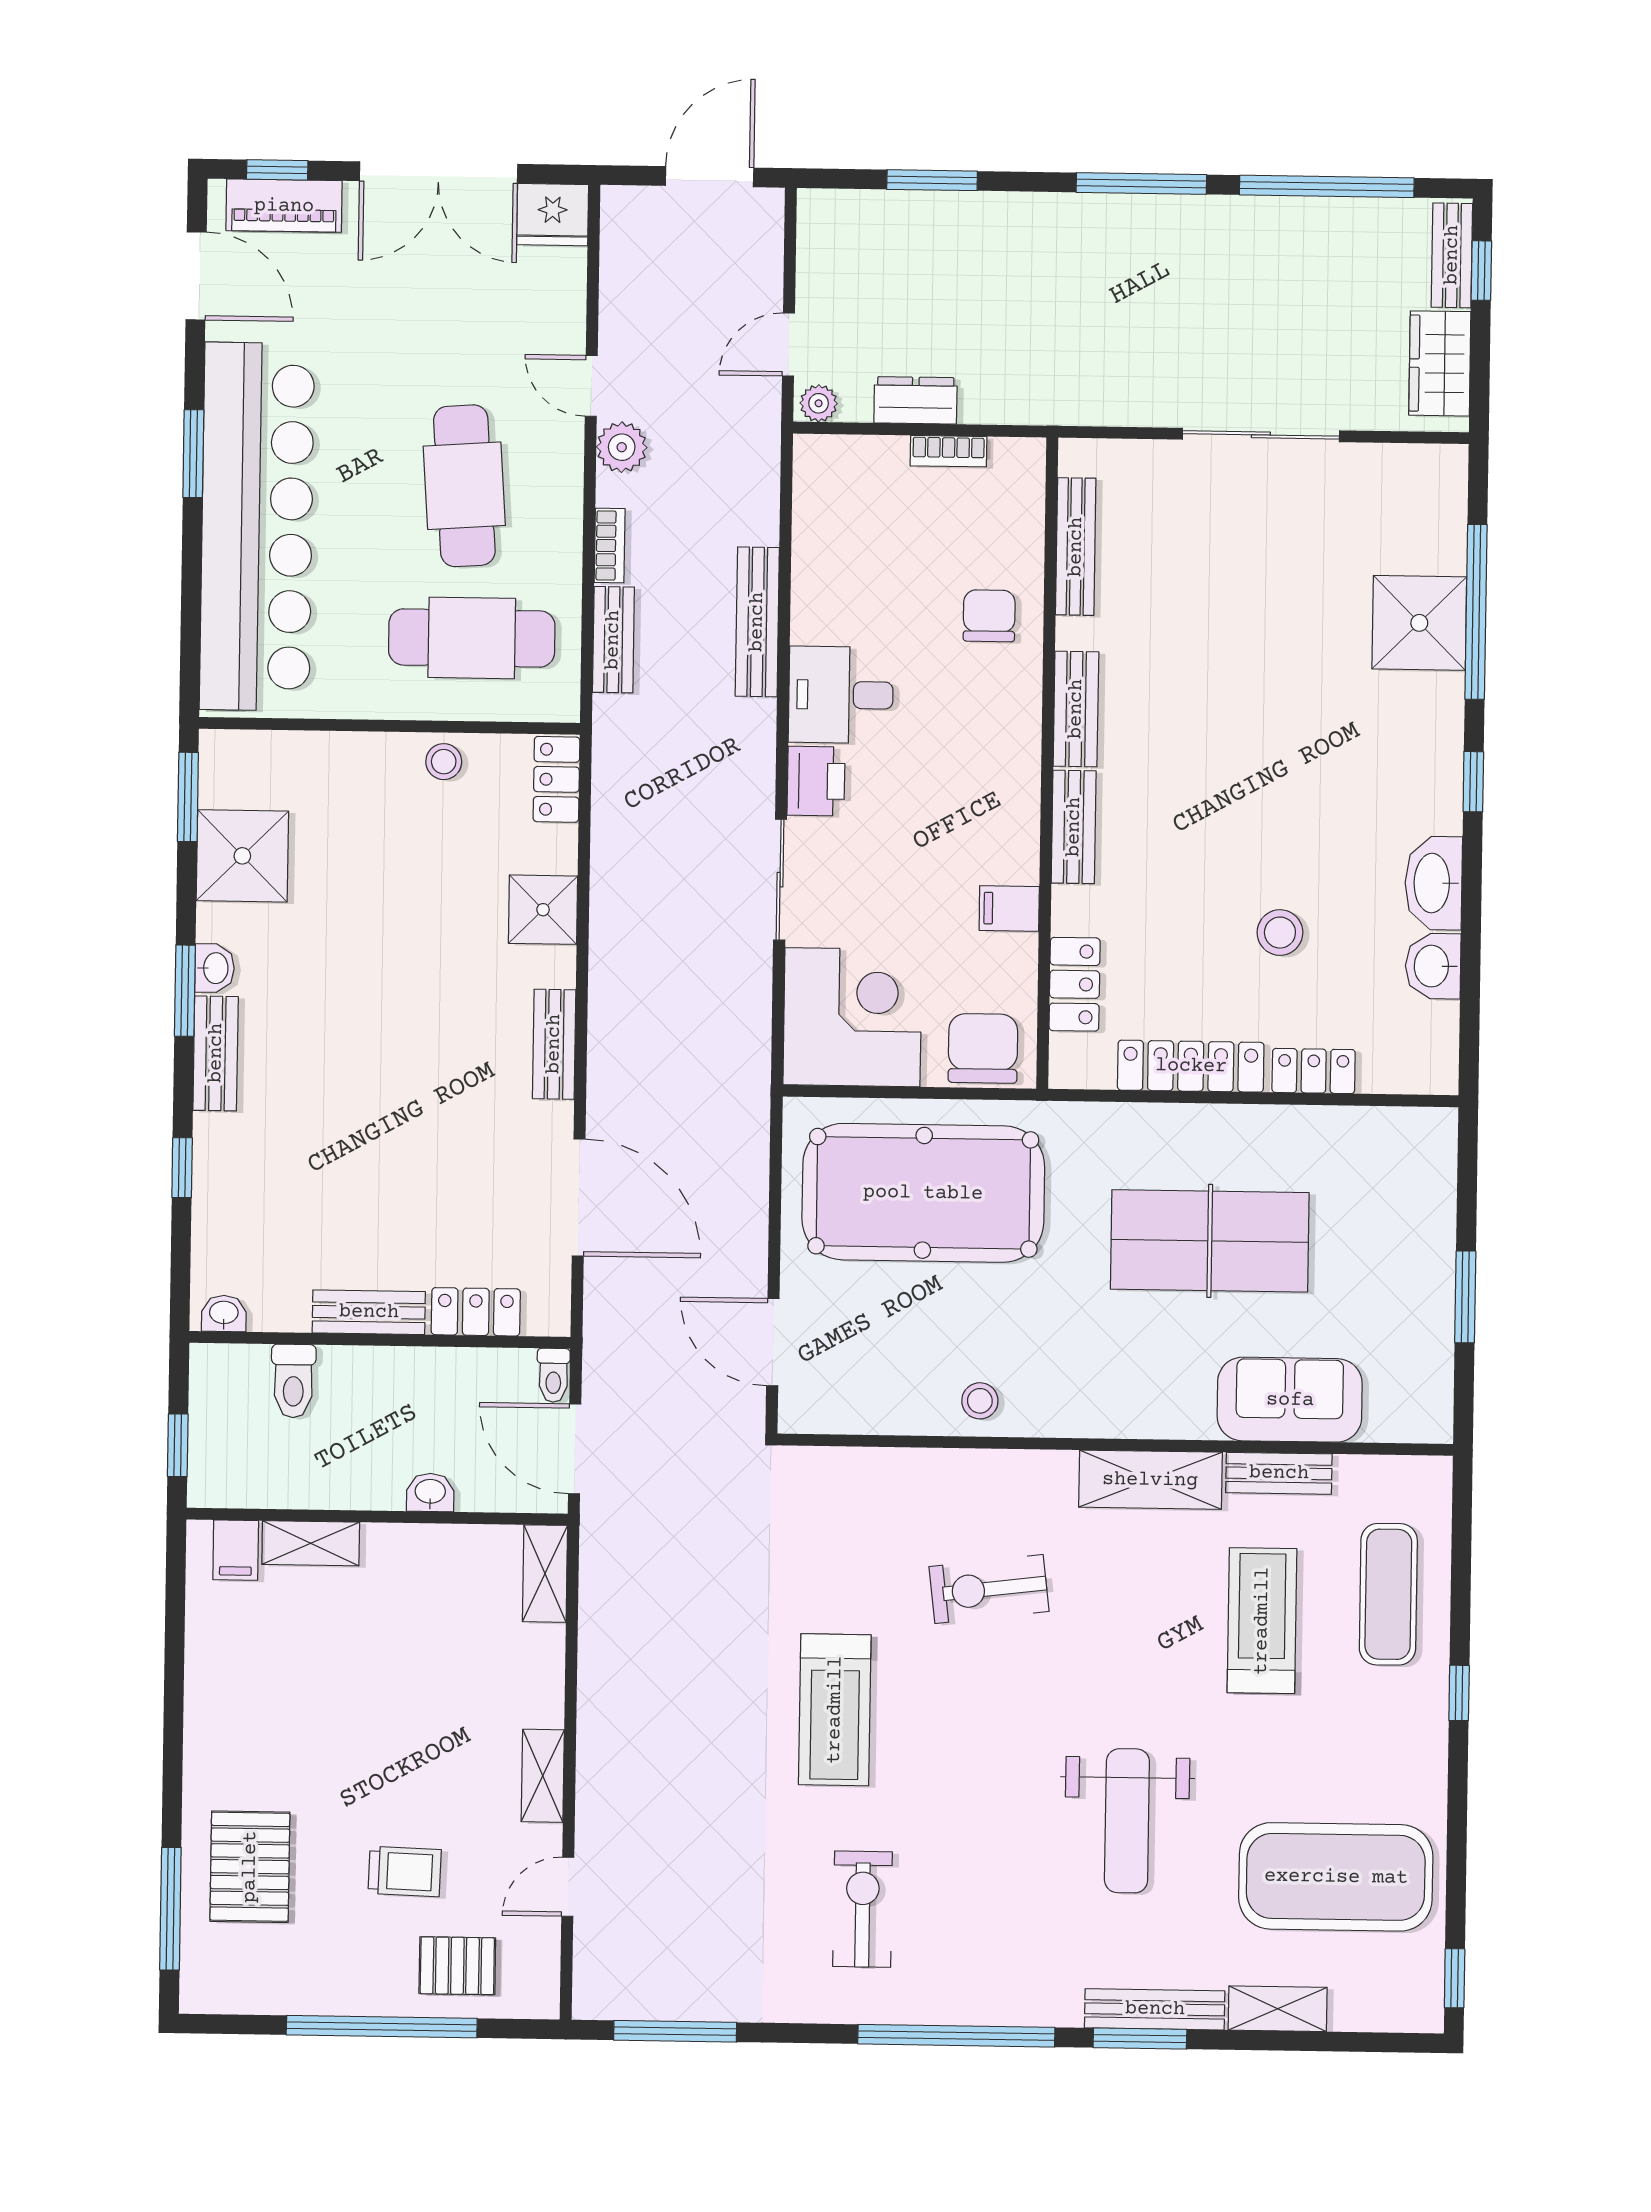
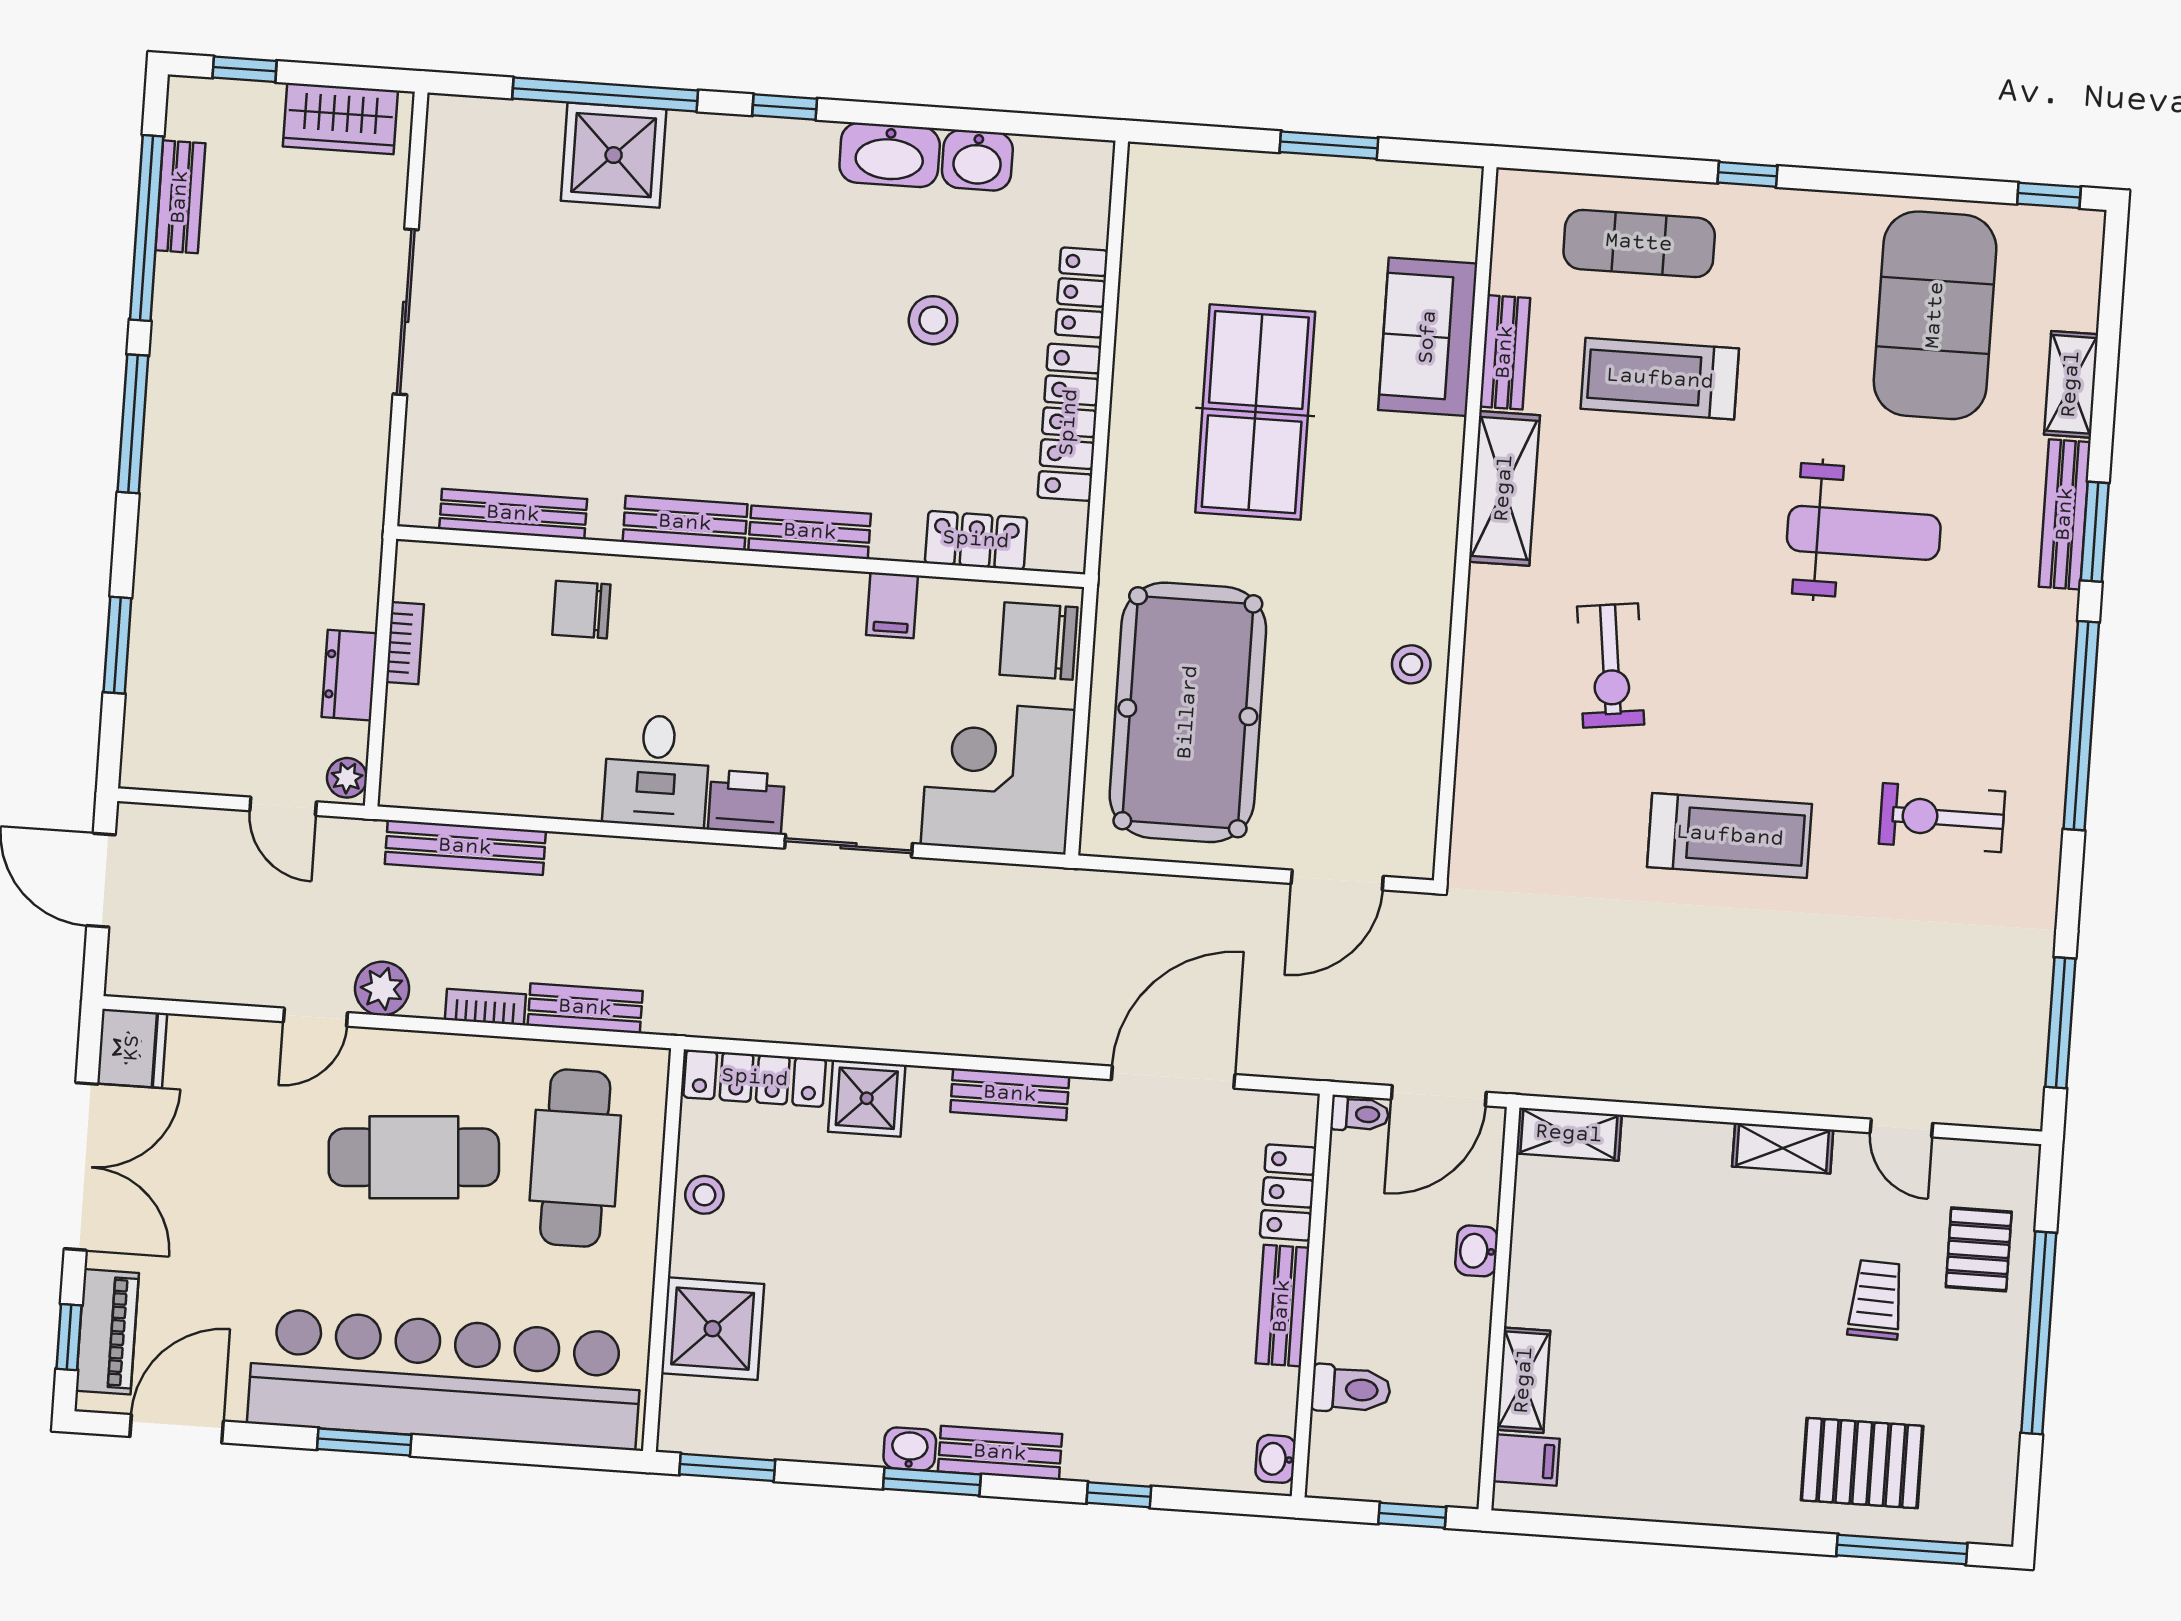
bench: (1452, 255) -> (180, 197), moved, turned 90
bench: (757, 622) -> (465, 847), moved
locker: (557, 779) -> (755, 1078), width x1.53
shower: (242, 856) -> (713, 1329), moved

